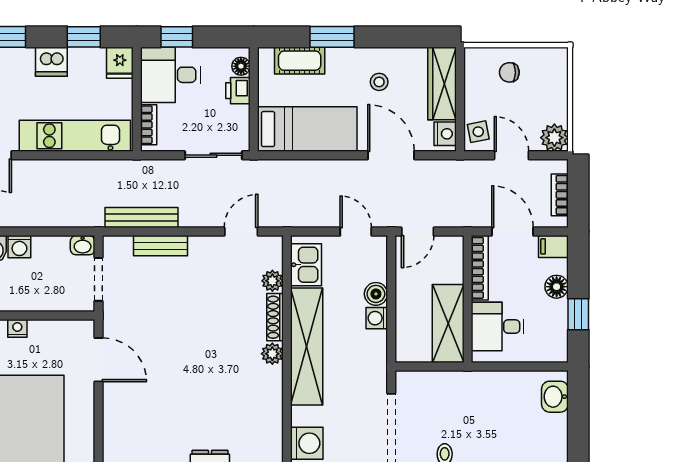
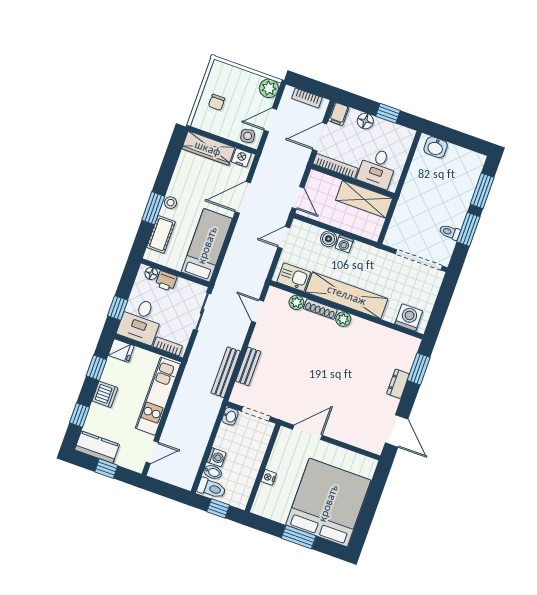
stool: (379, 82) -> (171, 203), moved

